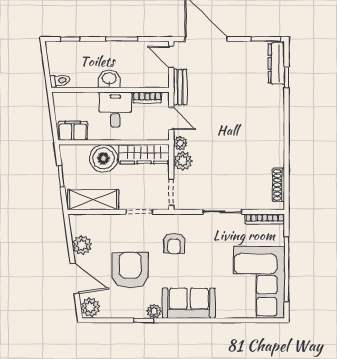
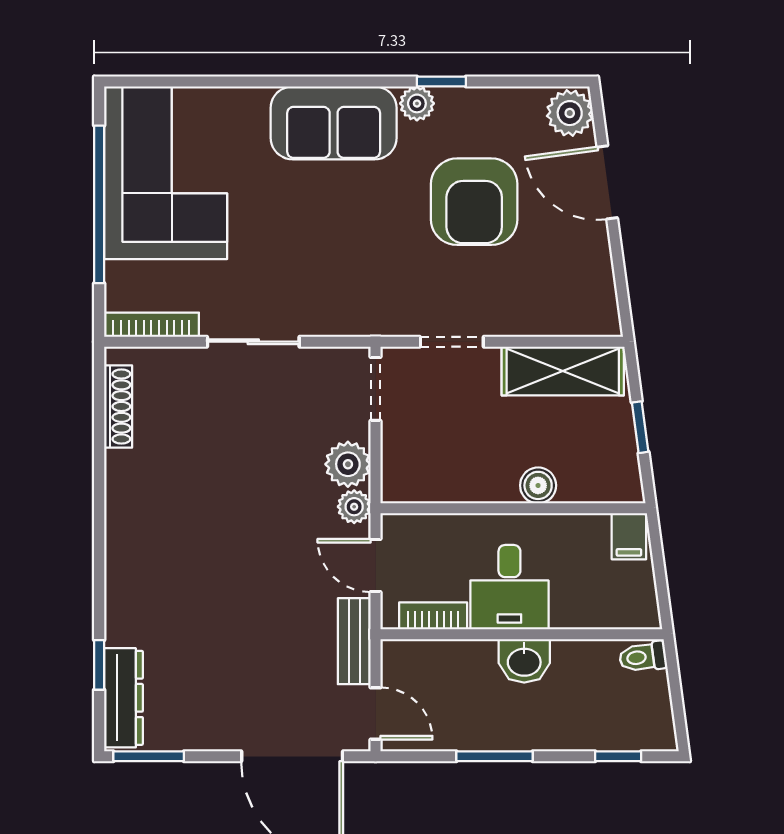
filing cabinet: (73, 131) -> (629, 536), width x0.50
wardrobe: (144, 154) -> (441, 480), removed
boiler: (103, 158) -> (538, 485), width x0.54, depth x0.54
armchair: (174, 243) -> (369, 266), removed
plant: (82, 245) -> (590, 262), removed

